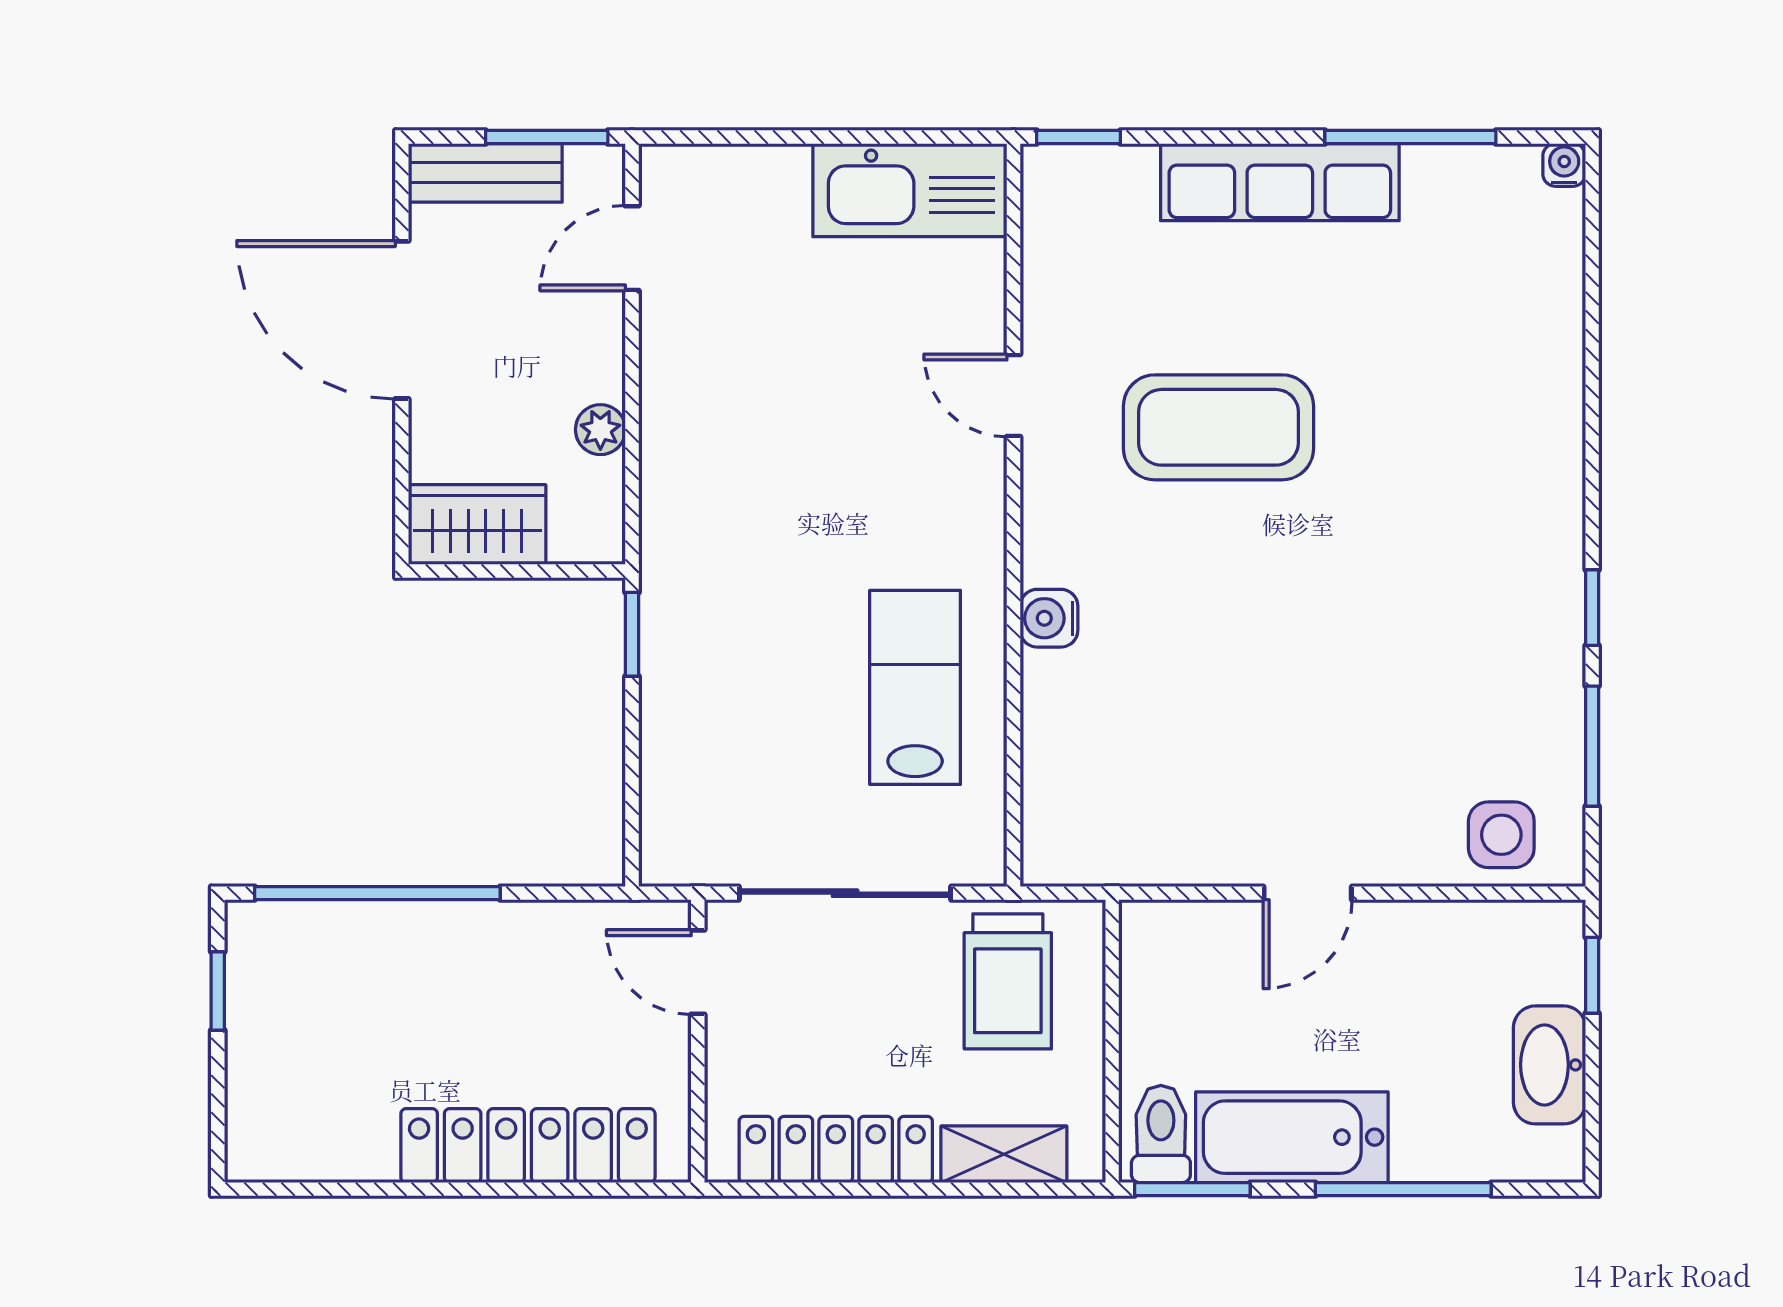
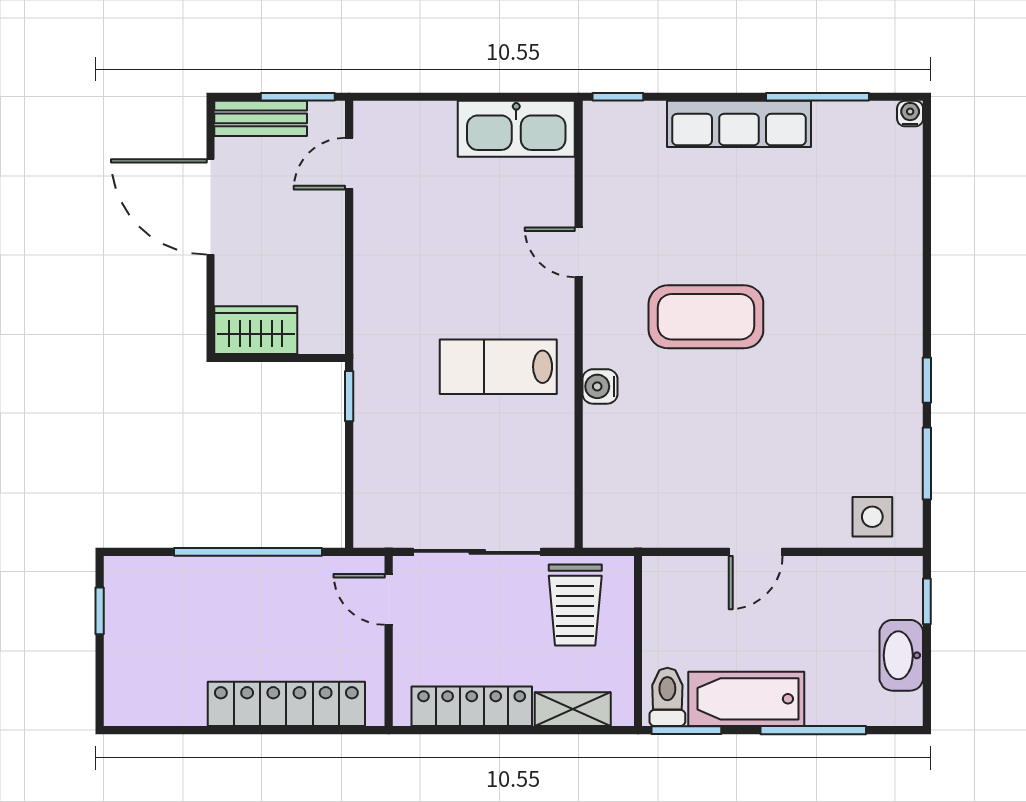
coffee table: (1219, 427) -> (706, 317), moved
plant: (600, 430) -> (330, 273), removed
lab bench: (915, 687) -> (498, 367), moved, turned -90
window: (377, 893) -> (248, 552), moved

